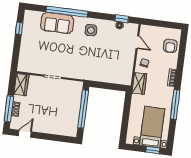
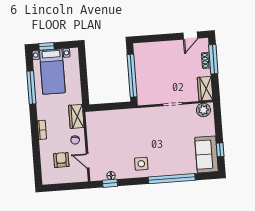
sofa: (57, 23) -> (207, 154), moved, turned -90
armchair: (170, 46) -> (61, 160), moved
plant: (27, 66) -> (203, 110), added
window: (175, 104) -> (31, 88), moved

